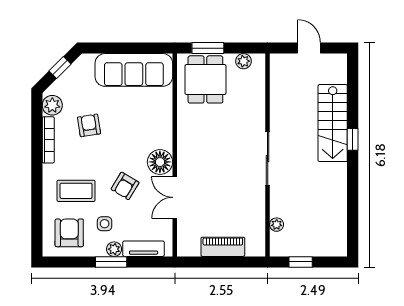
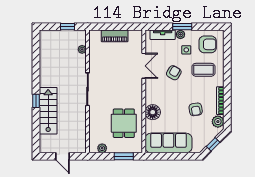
dining table: (205, 79) -> (124, 123), moved
floor lamp: (160, 162) -> (153, 112), moved
armchair: (69, 233) -> (208, 44), turned -90

